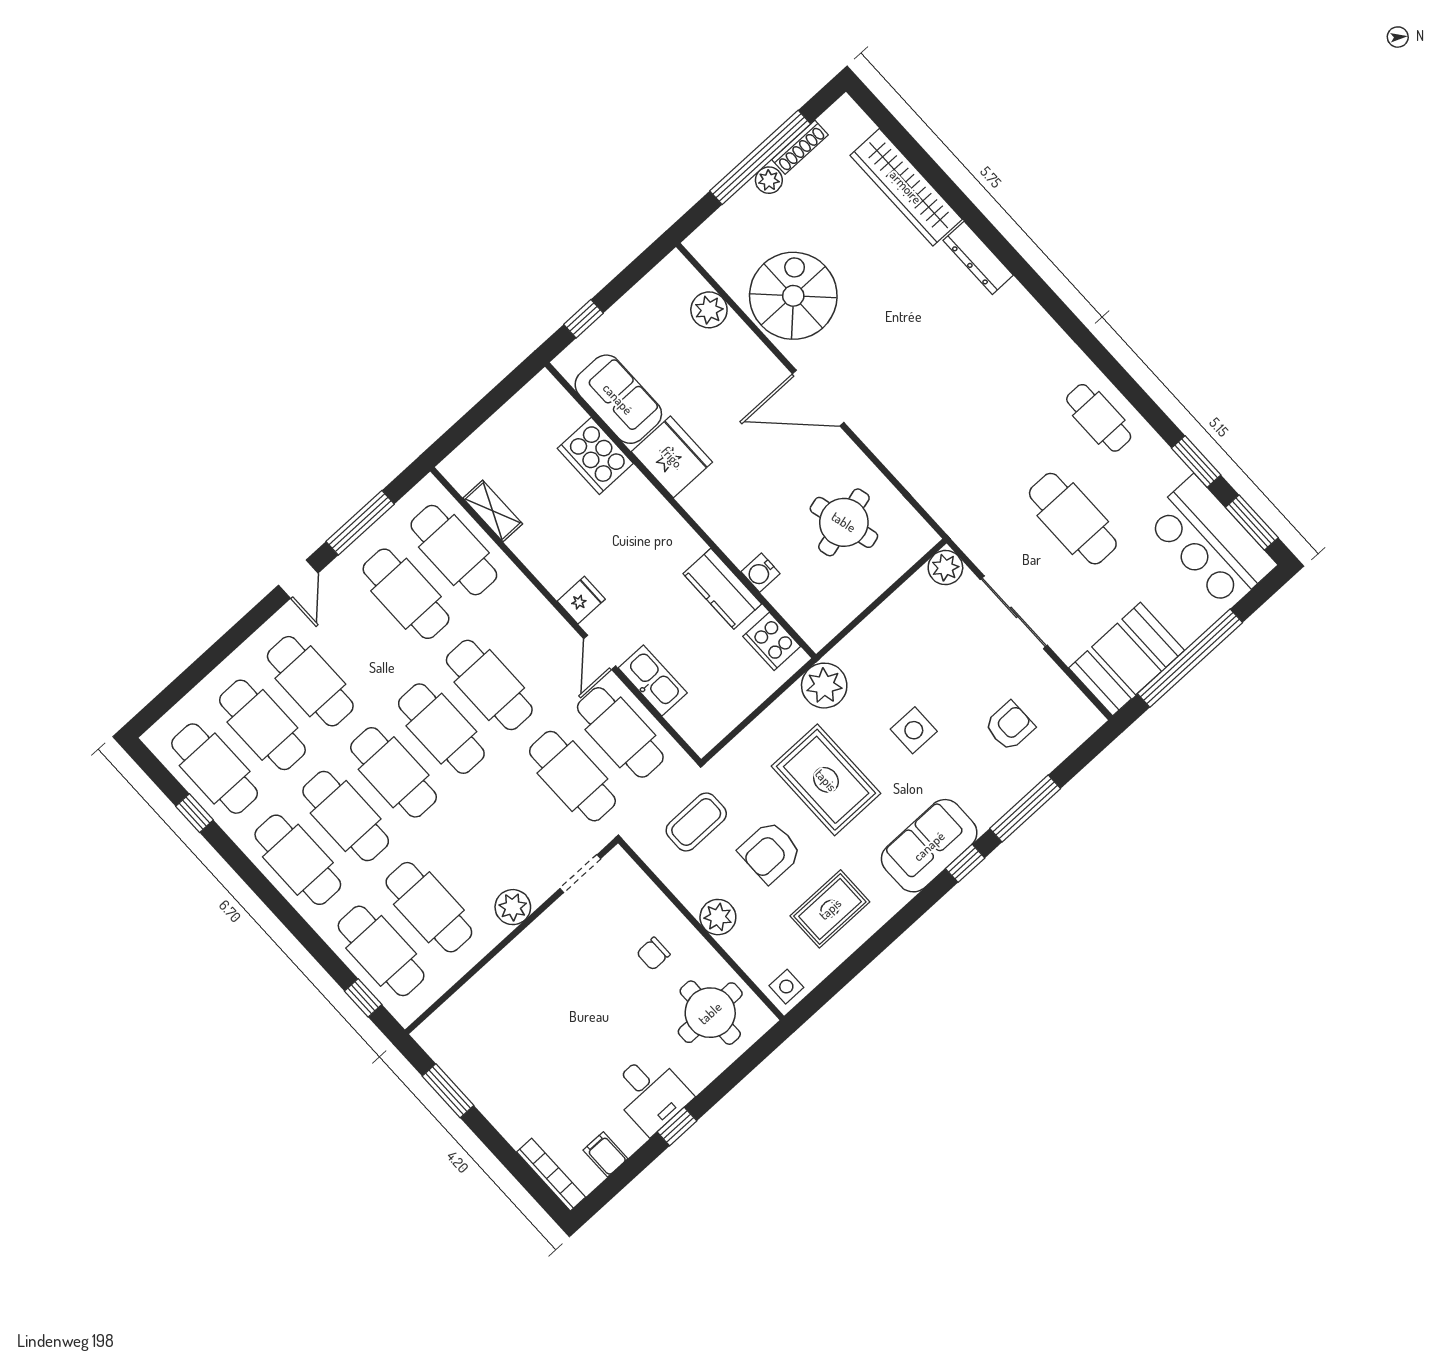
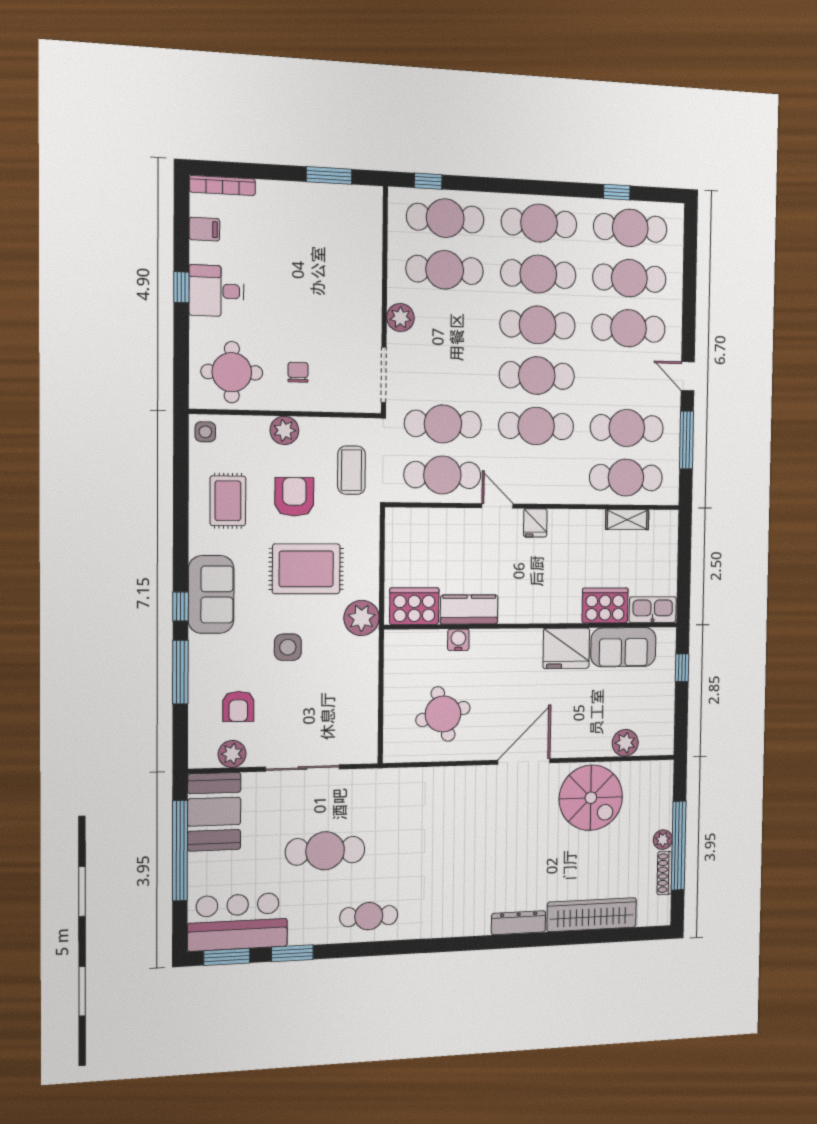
plant: (945, 568) -> (232, 754), moved
cooker: (772, 641) -> (414, 606), width x1.37, depth x1.31
kitchen sink: (653, 680) -> (653, 610), moved, turned 180
doorway: (580, 874) -> (384, 375), width x1.38

